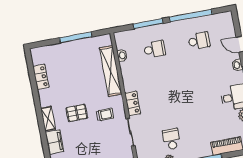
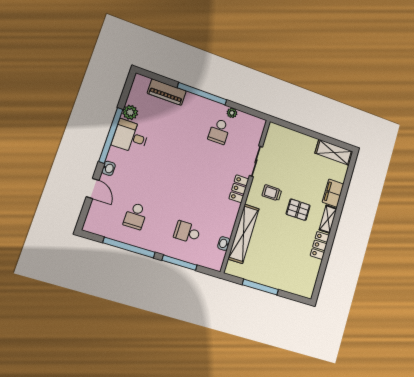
school desk: (199, 41) -> (135, 216), turned -90
locker: (41, 77) -> (320, 245), moved

